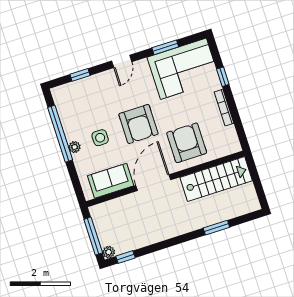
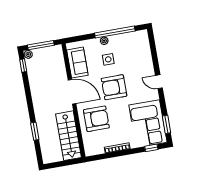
window: (165, 47) -> (167, 124), moved
window: (80, 75) -> (154, 52), removed
window: (223, 77) -> (151, 148), moved

